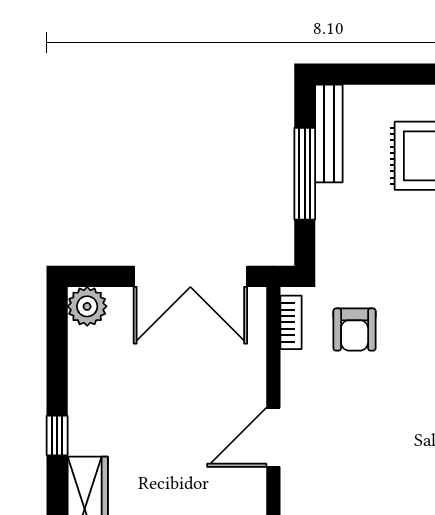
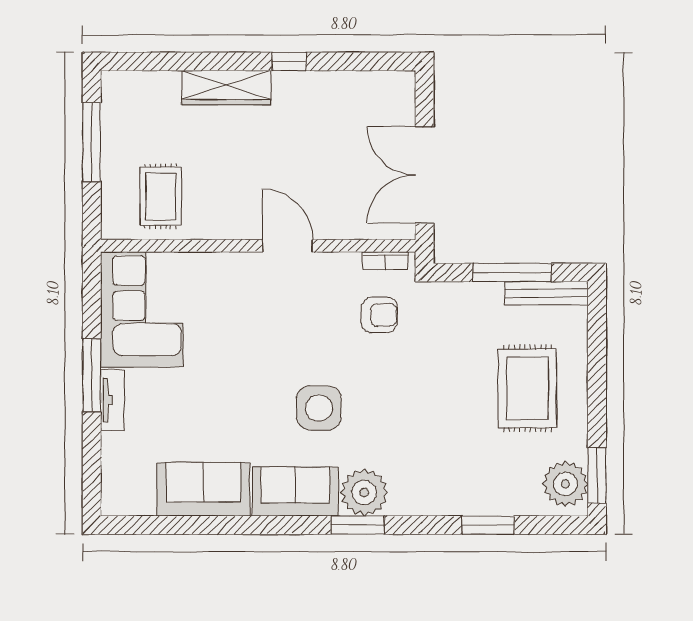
plant: (87, 306) -> (399, 87), removed
armchair: (355, 330) -> (379, 315), turned 180

